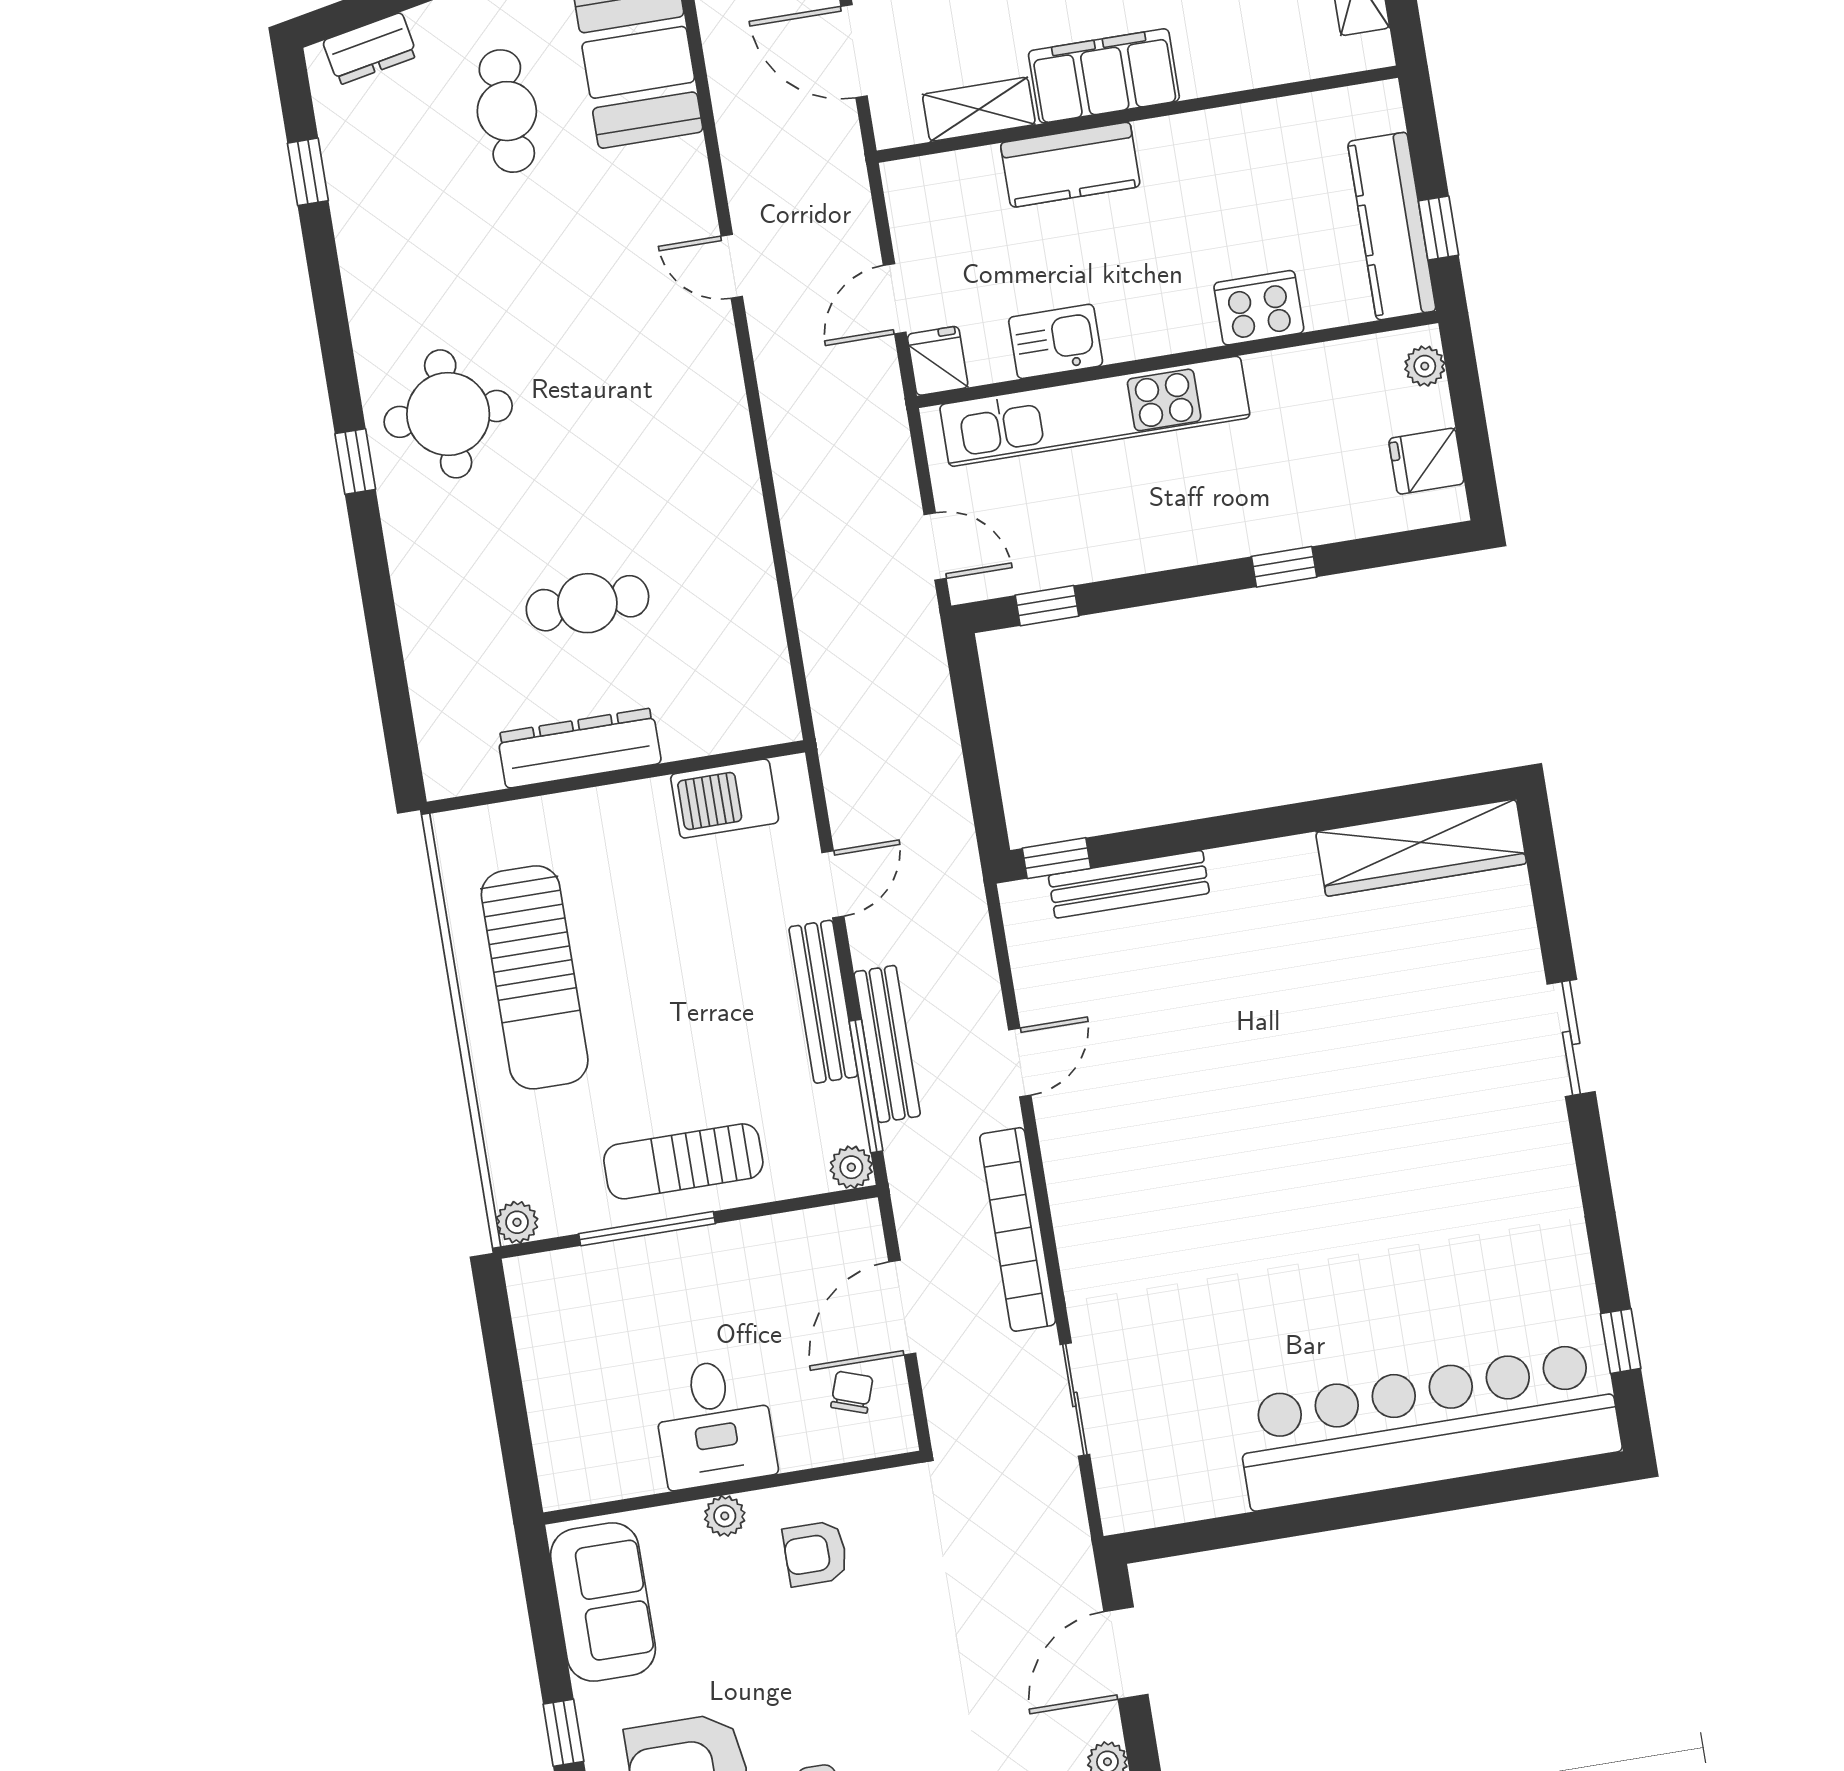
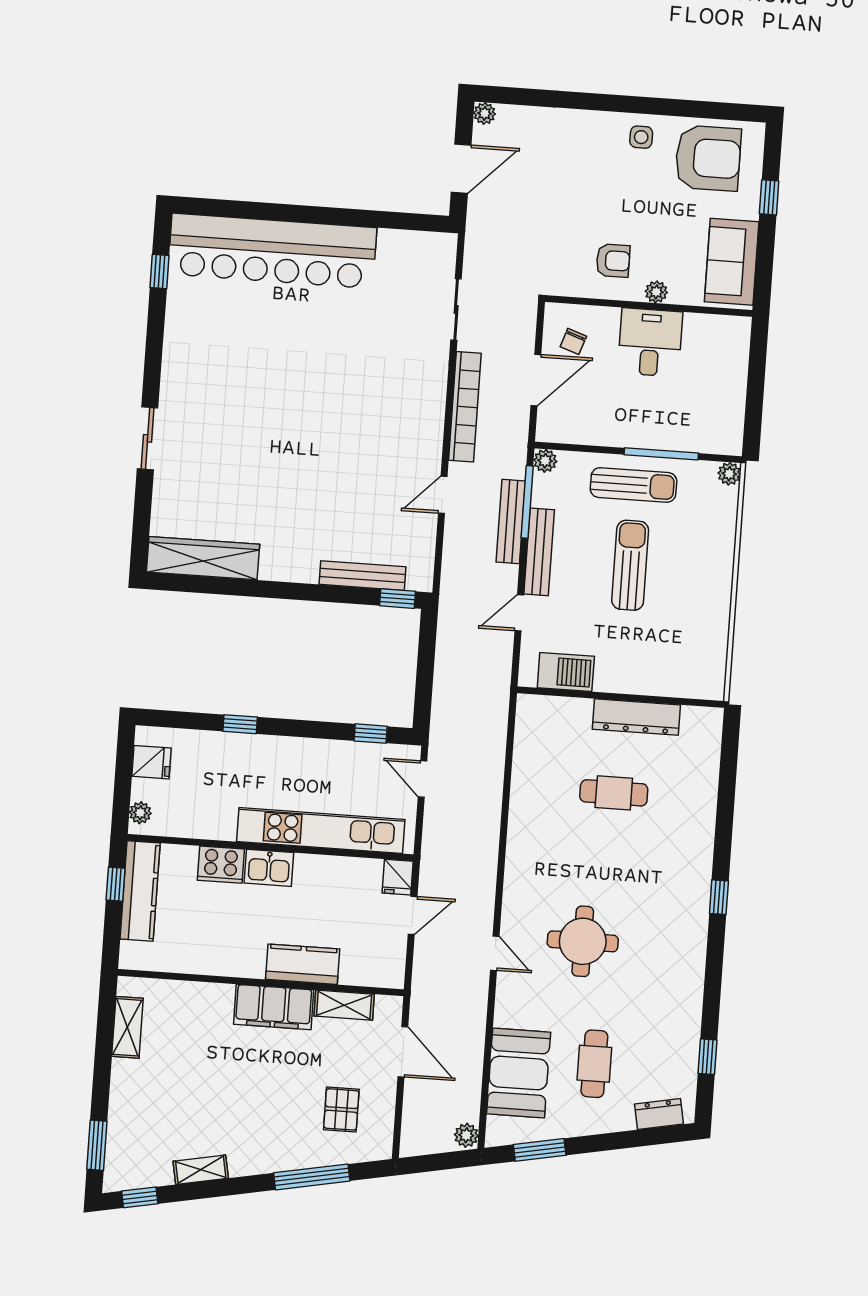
kitchen sink: (1056, 341) -> (269, 868), moved
round table: (448, 414) -> (583, 941), moved
sun lounger: (535, 977) -> (630, 565), moved, width x0.73, depth x0.75

